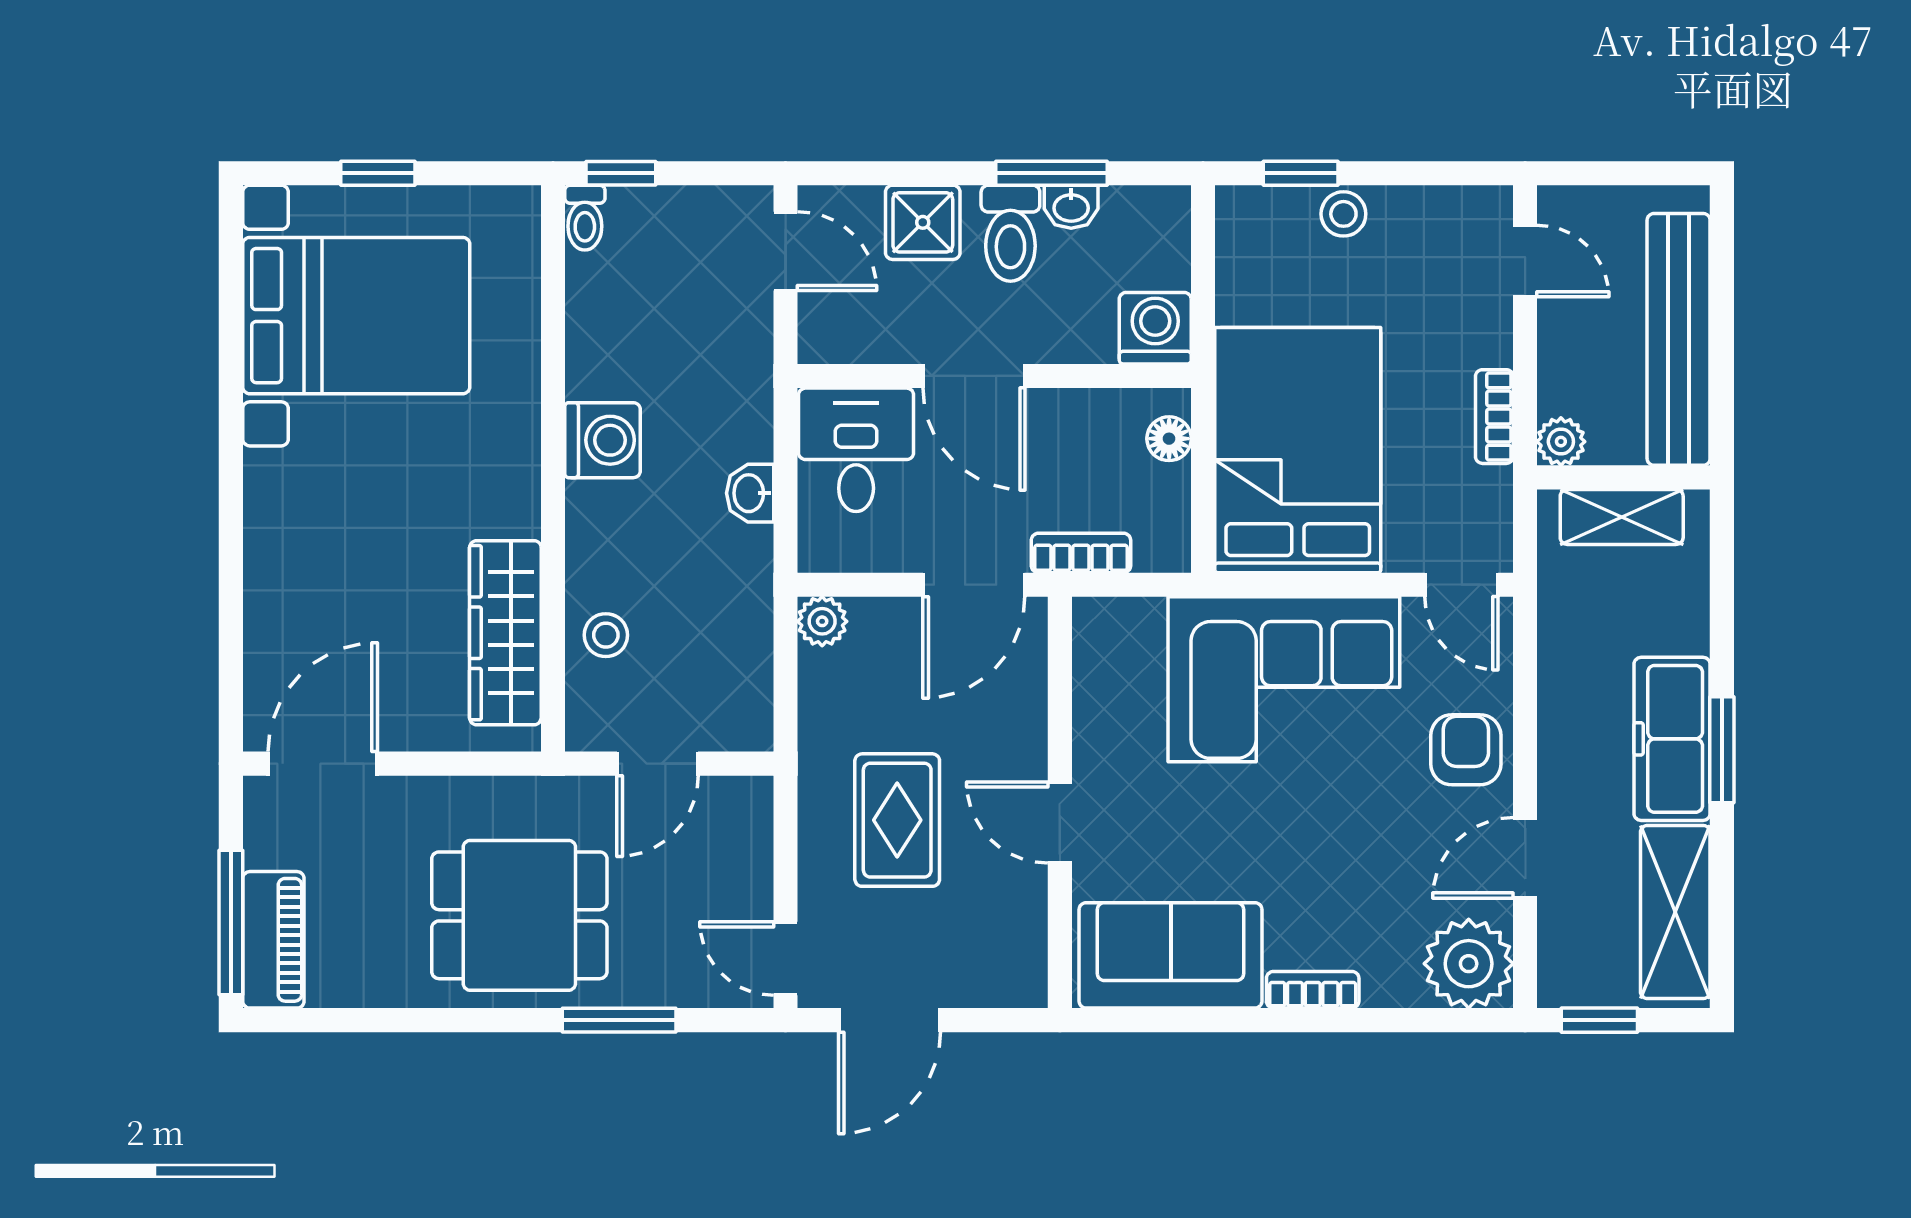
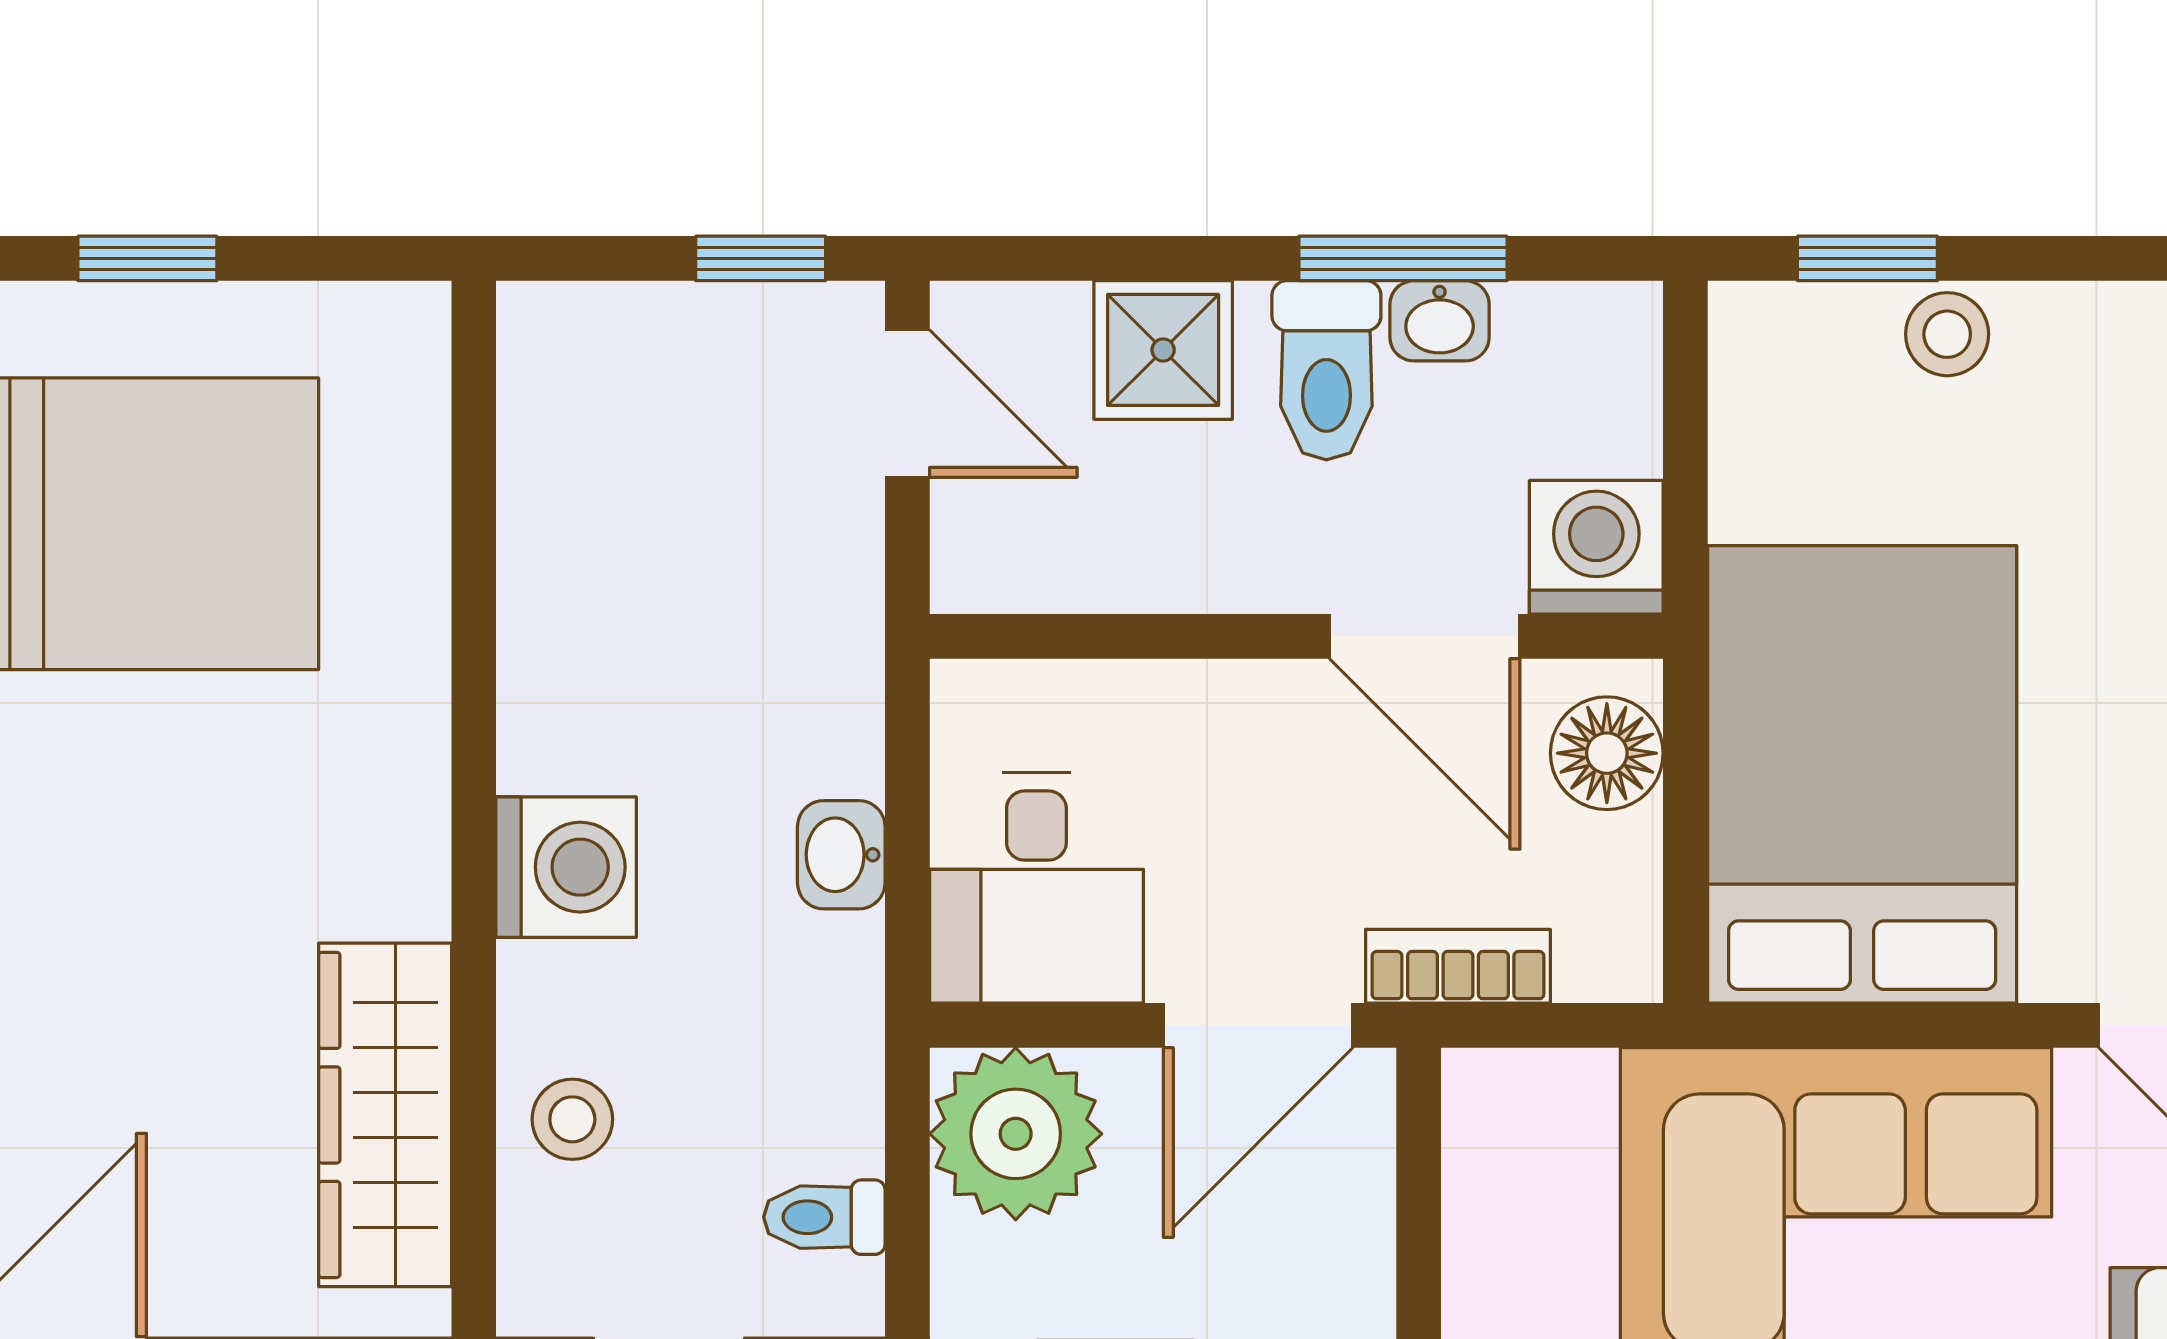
window: (621, 173) -> (761, 258), moved
toilet: (585, 218) -> (824, 1217), moved, turned 90
door: (974, 376) -> (1425, 636), moved
floor lamp: (1169, 439) -> (1607, 753), width x1.37, depth x1.37
washing machine: (603, 440) -> (566, 867), moved
desk: (856, 450) -> (1036, 888), moved, turned 180
plant: (822, 621) -> (1016, 1134), width x1.87, depth x1.87

